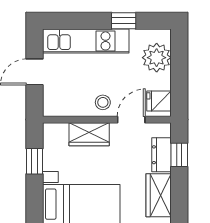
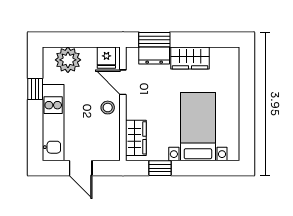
wardrobe: (89, 134) -> (136, 138), moved
window: (179, 155) -> (154, 40), width x1.50

